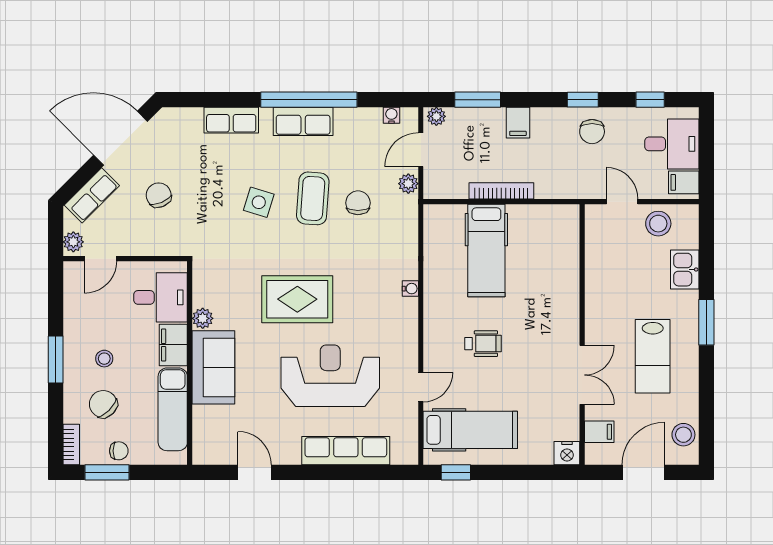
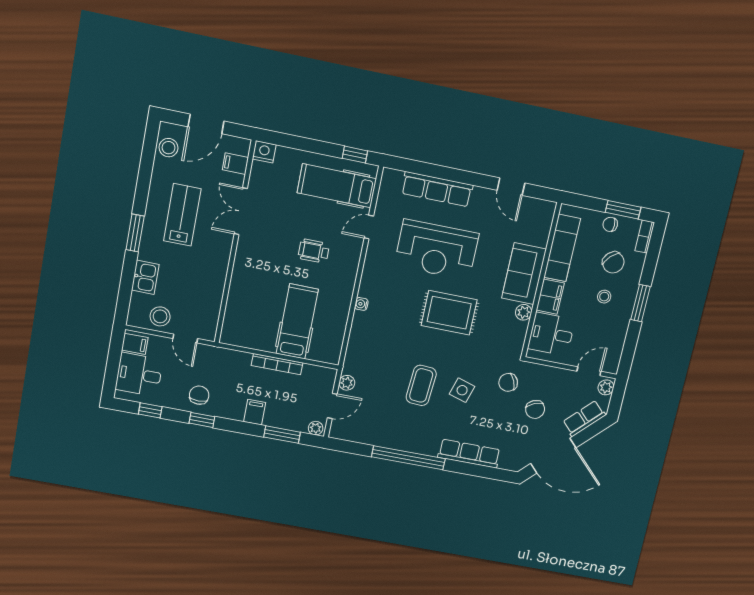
water cooler: (391, 115) -> (349, 435), removed
row of seats: (231, 120) -> (469, 454), width x1.48
row of seats: (303, 121) -> (416, 443), removed
chair: (358, 203) -> (508, 382), moved, turned 66

